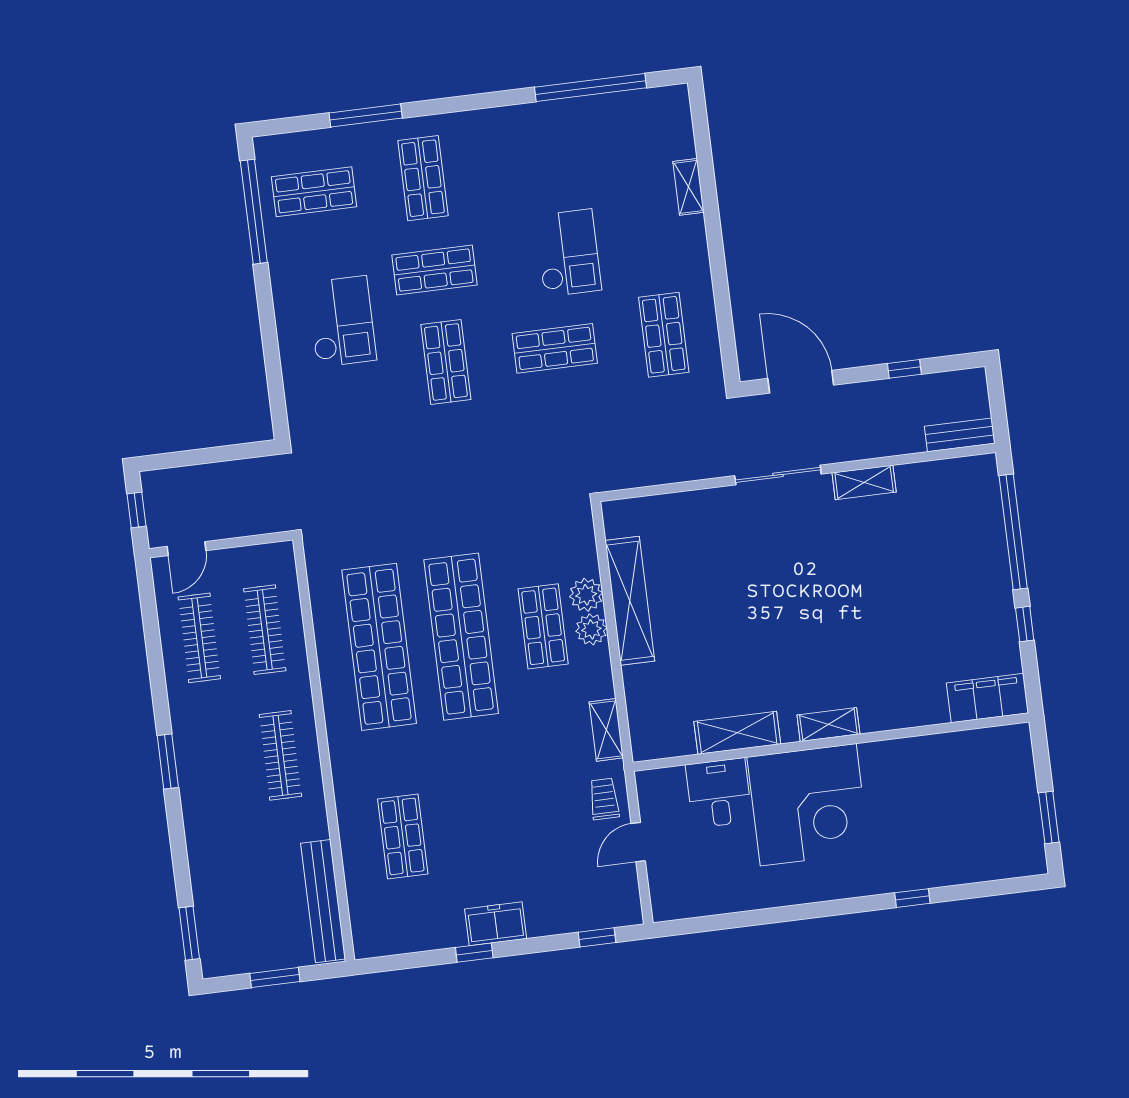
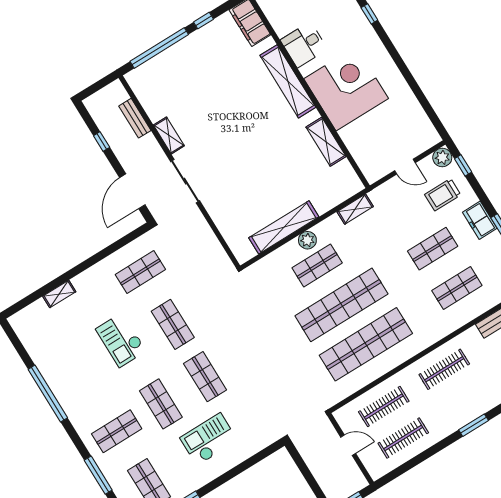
window: (590, 87) -> (48, 394), moved
checkout: (568, 253) -> (121, 340), turned -90
shop shelf: (446, 362) -> (205, 377), turned 90
bench: (960, 435) -> (135, 118), moved
door: (187, 549) -> (348, 445), moved
plant: (586, 595) -> (442, 157), moved
shelving: (828, 725) -> (288, 81), width x2.20, depth x1.33
desk: (719, 793) -> (304, 45), moved
trolley: (604, 799) -> (443, 195), moved, width x1.36, depth x1.39
shop shelf: (485, 826) -> (433, 249), added

